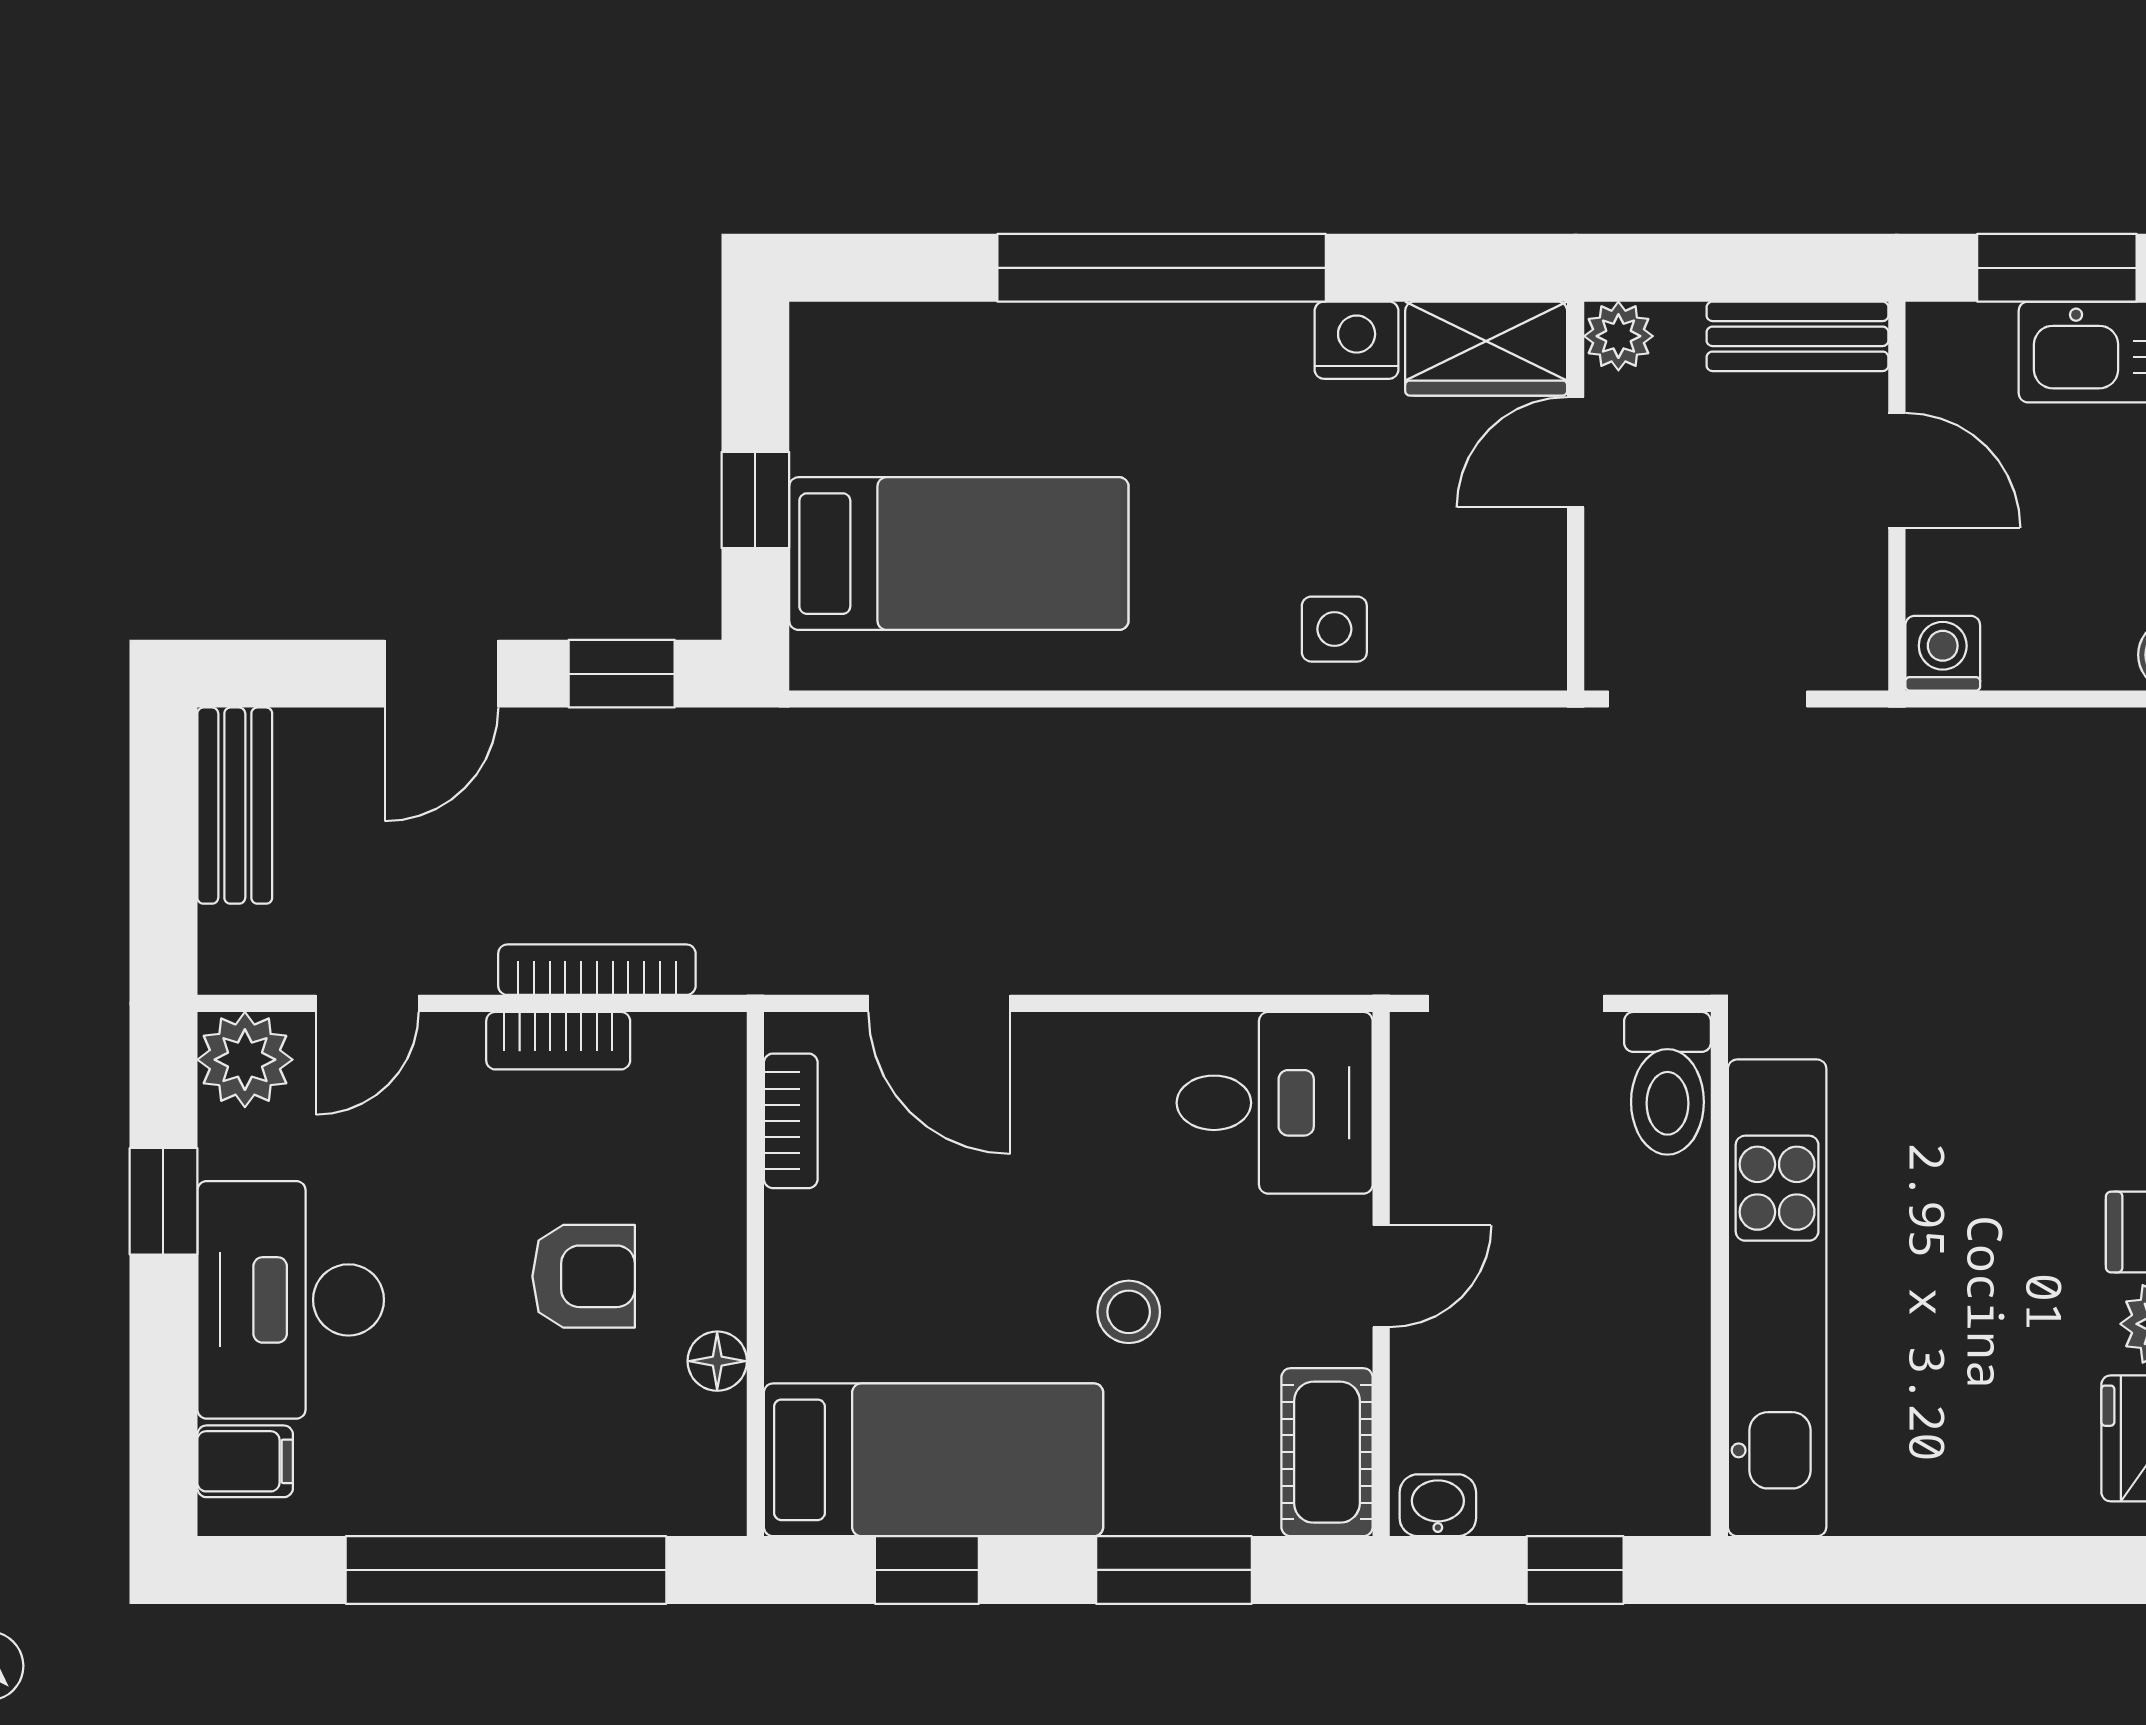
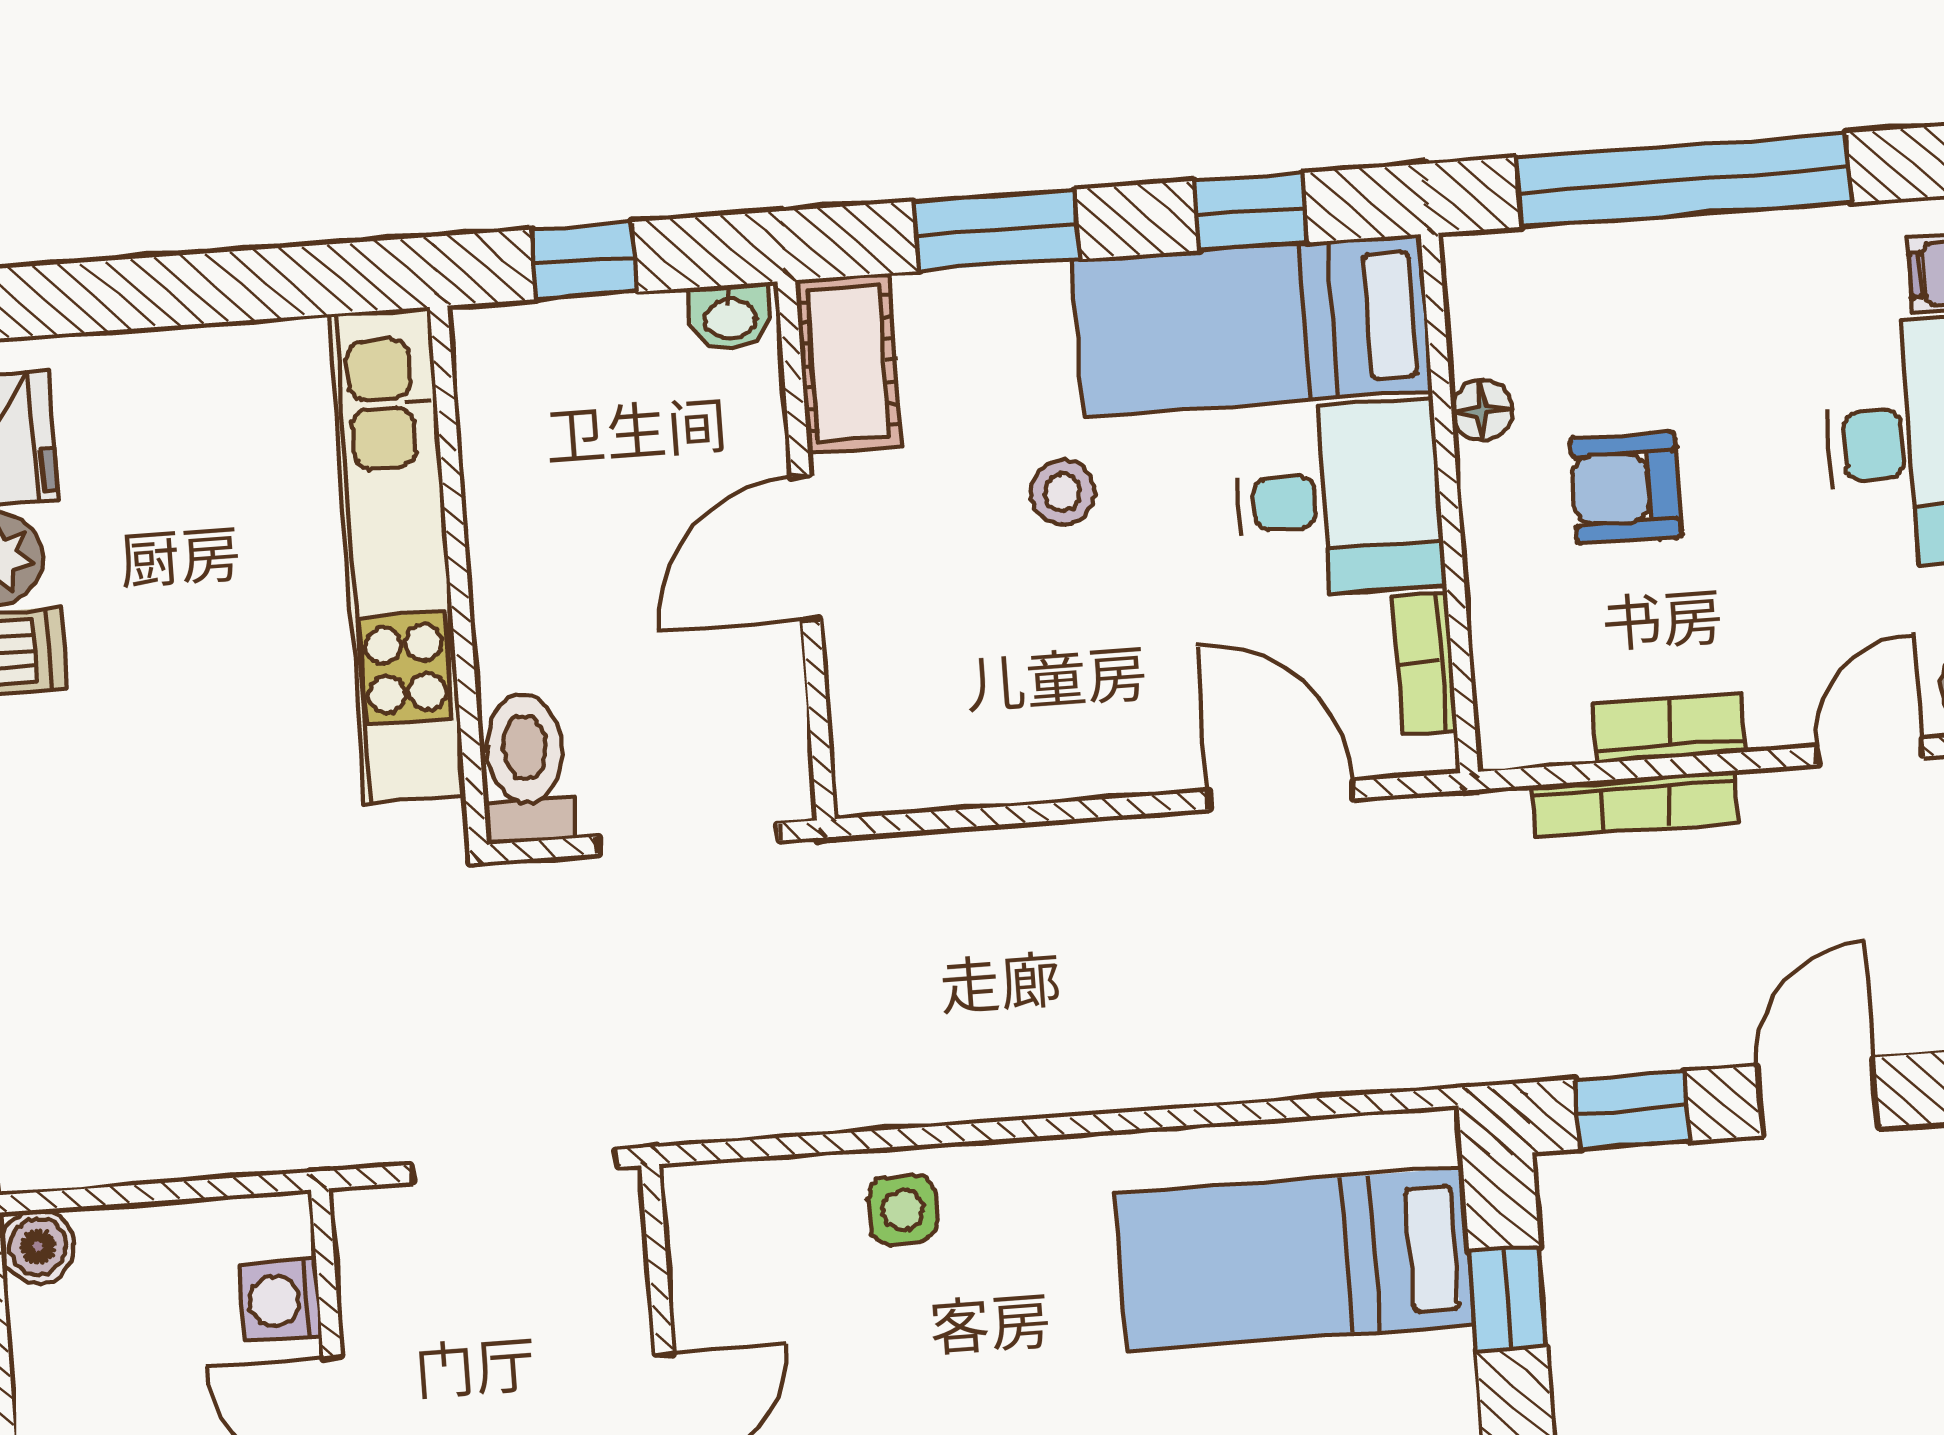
washing machine: (1943, 653) -> (281, 1301), moved, turned 90
desk: (1275, 1103) -> (1339, 499), moved, turned 180
door: (1381, 1276) -> (806, 548), width x1.38

